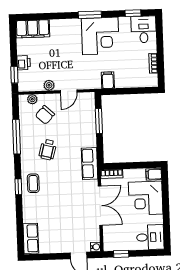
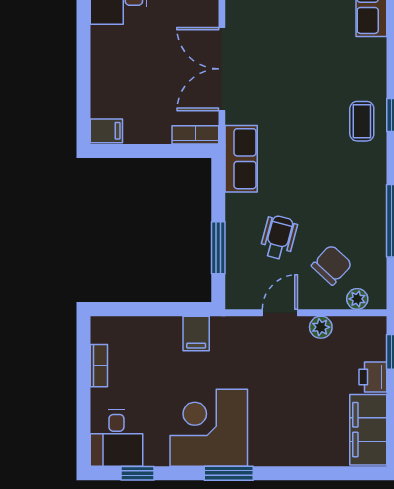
filing cabinet: (33, 29) -> (368, 430), moved, turned -90
wheelchair: (48, 150) -> (279, 237), moved
corner desk: (146, 198) -> (126, 81), removed

